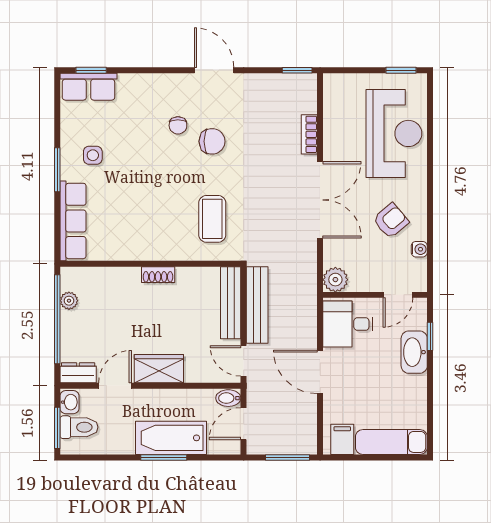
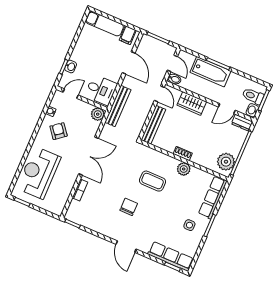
door: (214, 70) -> (126, 247), moved
row of seats: (88, 87) -> (171, 256), width x1.48
chair: (178, 125) -> (142, 222), removed
chair: (212, 141) -> (129, 207), turned 90
double door: (320, 200) -> (88, 156), swing flipped
coffee table: (212, 219) -> (153, 181), moved, turned 90
armchair: (391, 221) -> (59, 131), turned 92
plant: (145, 249) -> (184, 169), added
plant: (69, 301) -> (226, 162), width x1.88, depth x1.88
bench: (257, 305) -> (118, 106), moved
washbasin: (414, 352) -> (71, 67), width x0.52, depth x0.69
wardrobe: (159, 369) -> (192, 103), moved
door: (320, 372) -> (129, 63), moved
door: (244, 424) -> (172, 63), hinge flipped

